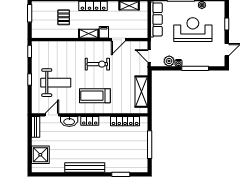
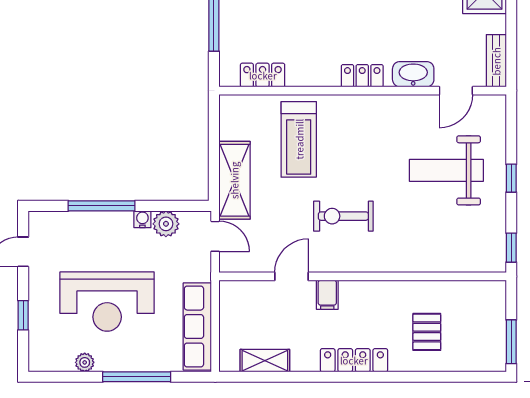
shelving: (89, 34) -> (365, 291), removed
shelving: (141, 92) -> (234, 180), moved
treadmill: (95, 96) -> (299, 139), moved, turned 90
locker: (125, 121) -> (263, 75), width x0.66

